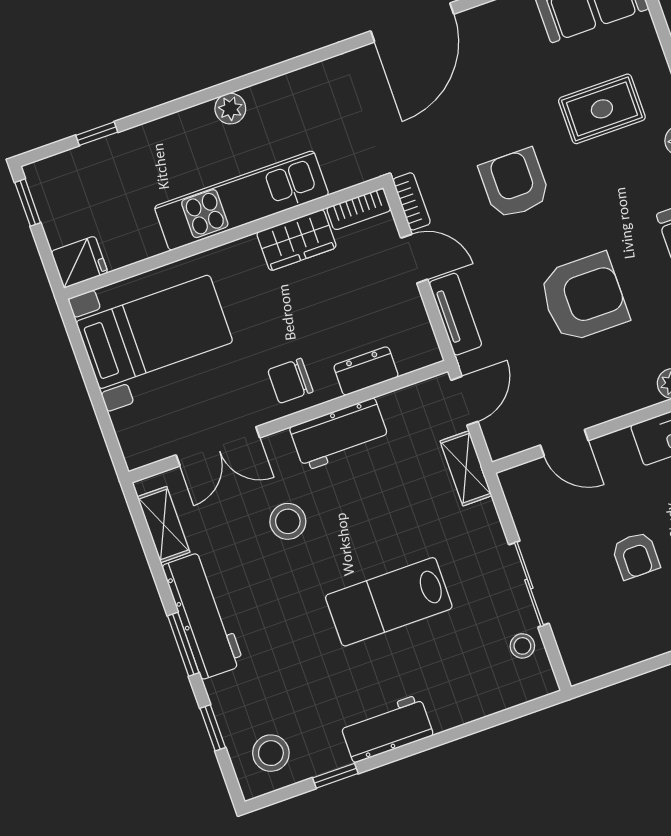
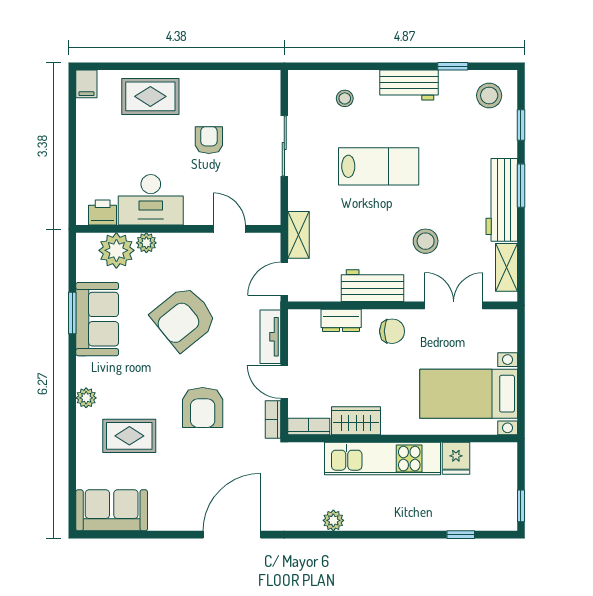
plant: (230, 109) -> (333, 520), moved
fridge: (79, 262) -> (456, 458), moved, turned -90
armchair: (584, 298) -> (184, 318), turned -39
stool: (522, 646) -> (345, 98), moved

